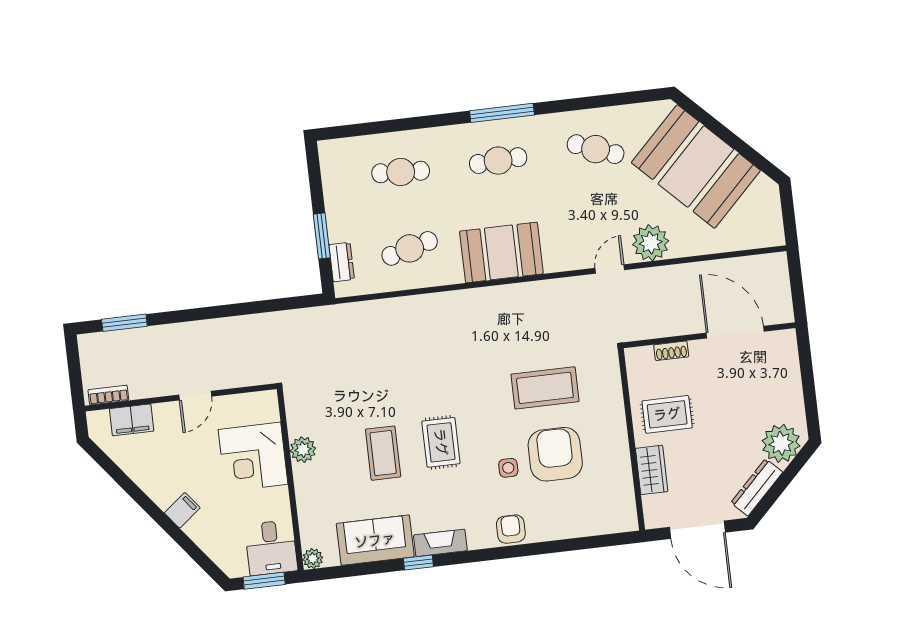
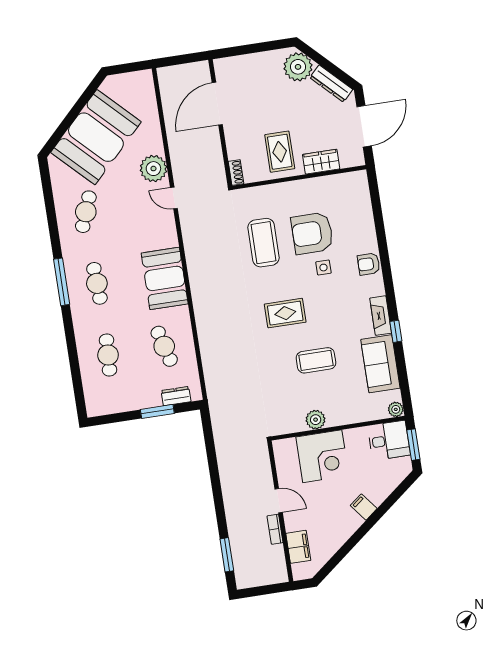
shoe rack: (671, 351) -> (236, 173), moved
bookcase: (108, 395) -> (275, 529), moved
rug: (441, 442) -> (285, 313), moved

